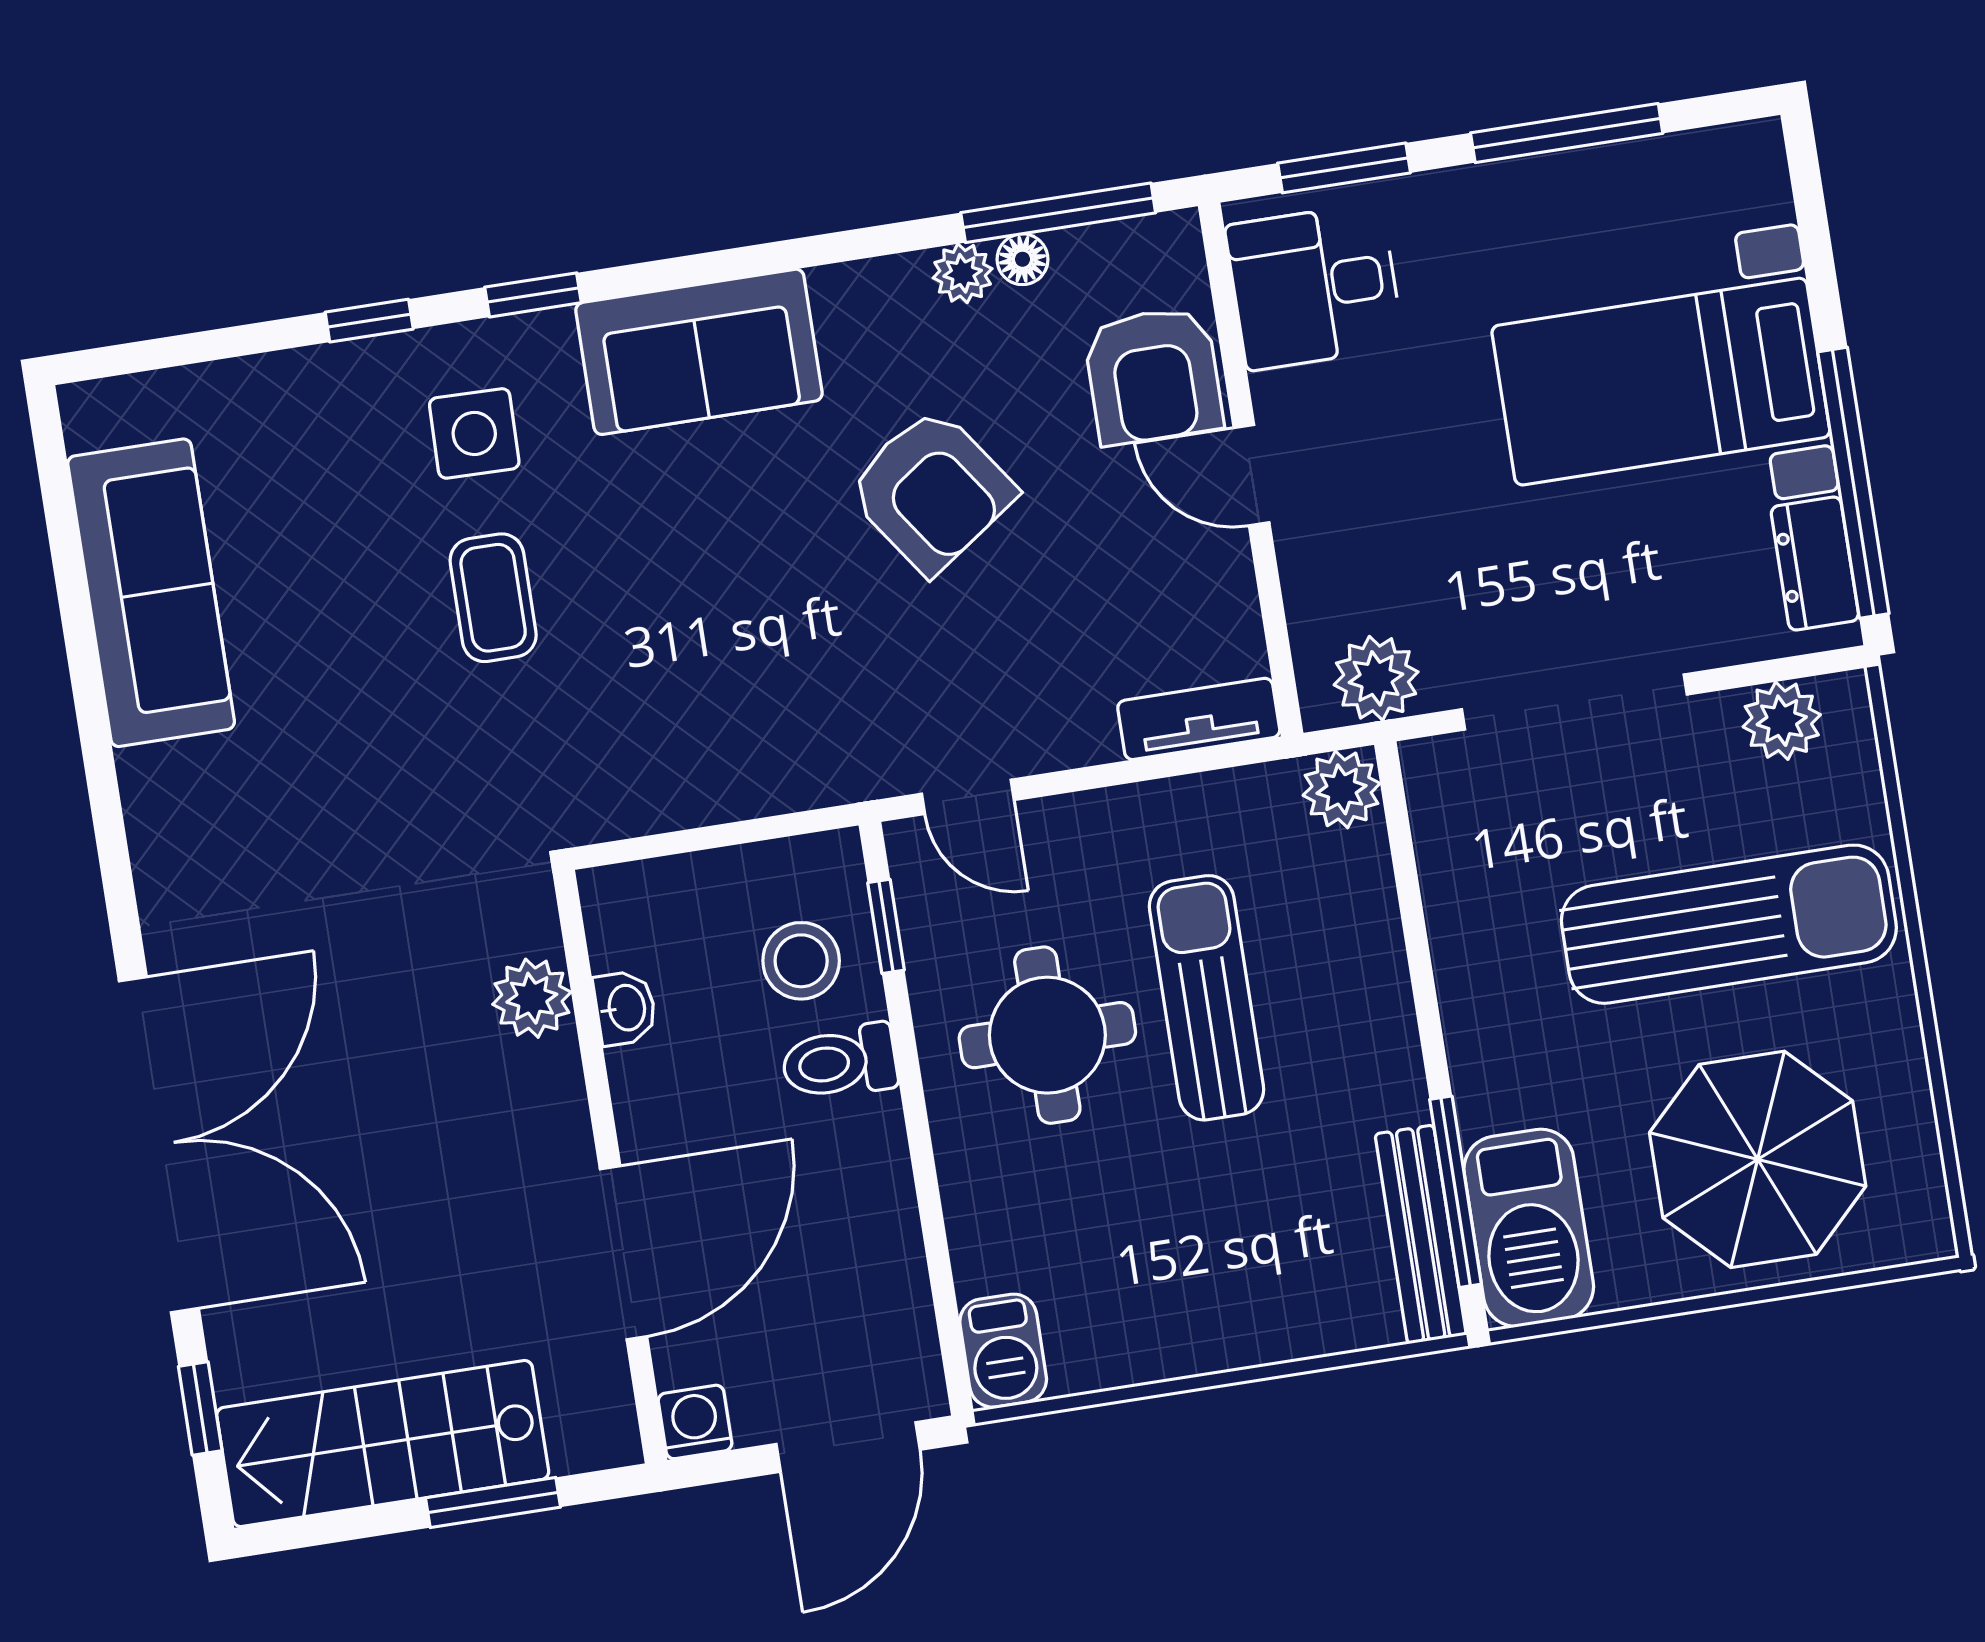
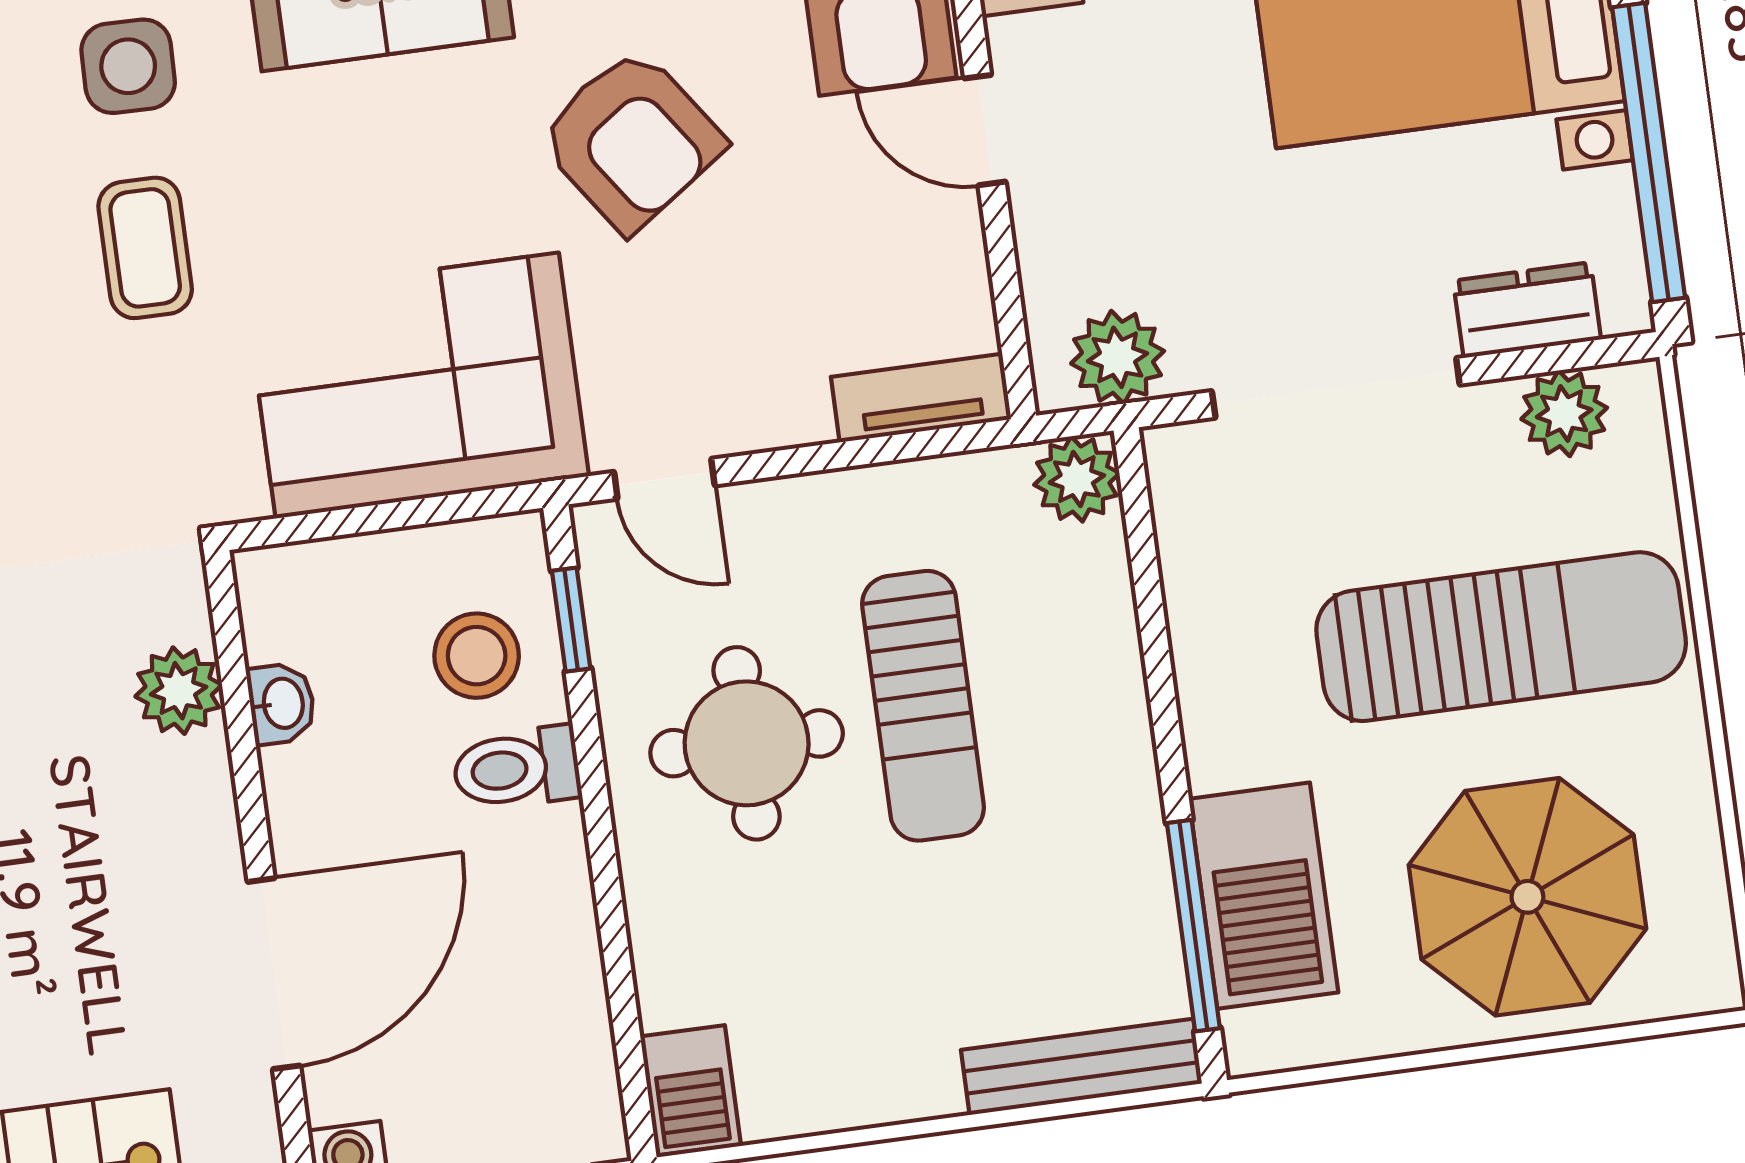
dresser: (1815, 564) -> (1527, 310), moved, turned 90
corner sofa: (742, 717) -> (417, 386), added
sun lounger: (1206, 998) -> (923, 706), turned 180
barbecue: (1529, 1228) -> (1264, 896), moved
bench: (1421, 1234) -> (1081, 1067), moved, turned 90

